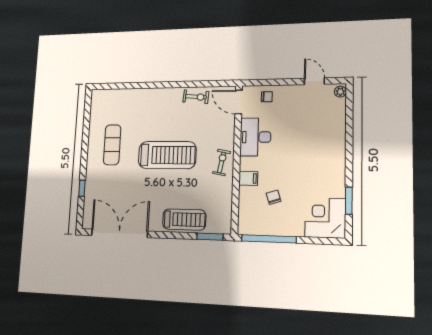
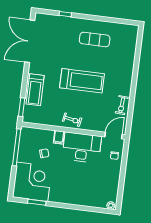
door: (314, 81) -> (121, 189), removed
desk: (255, 137) -> (82, 148), width x1.36, depth x1.30
treadmill: (167, 155) -> (82, 81), turned -90
corner desk: (325, 218) -> (32, 182), width x1.36, depth x1.36
double door: (119, 233) -> (30, 41), swing flipped

